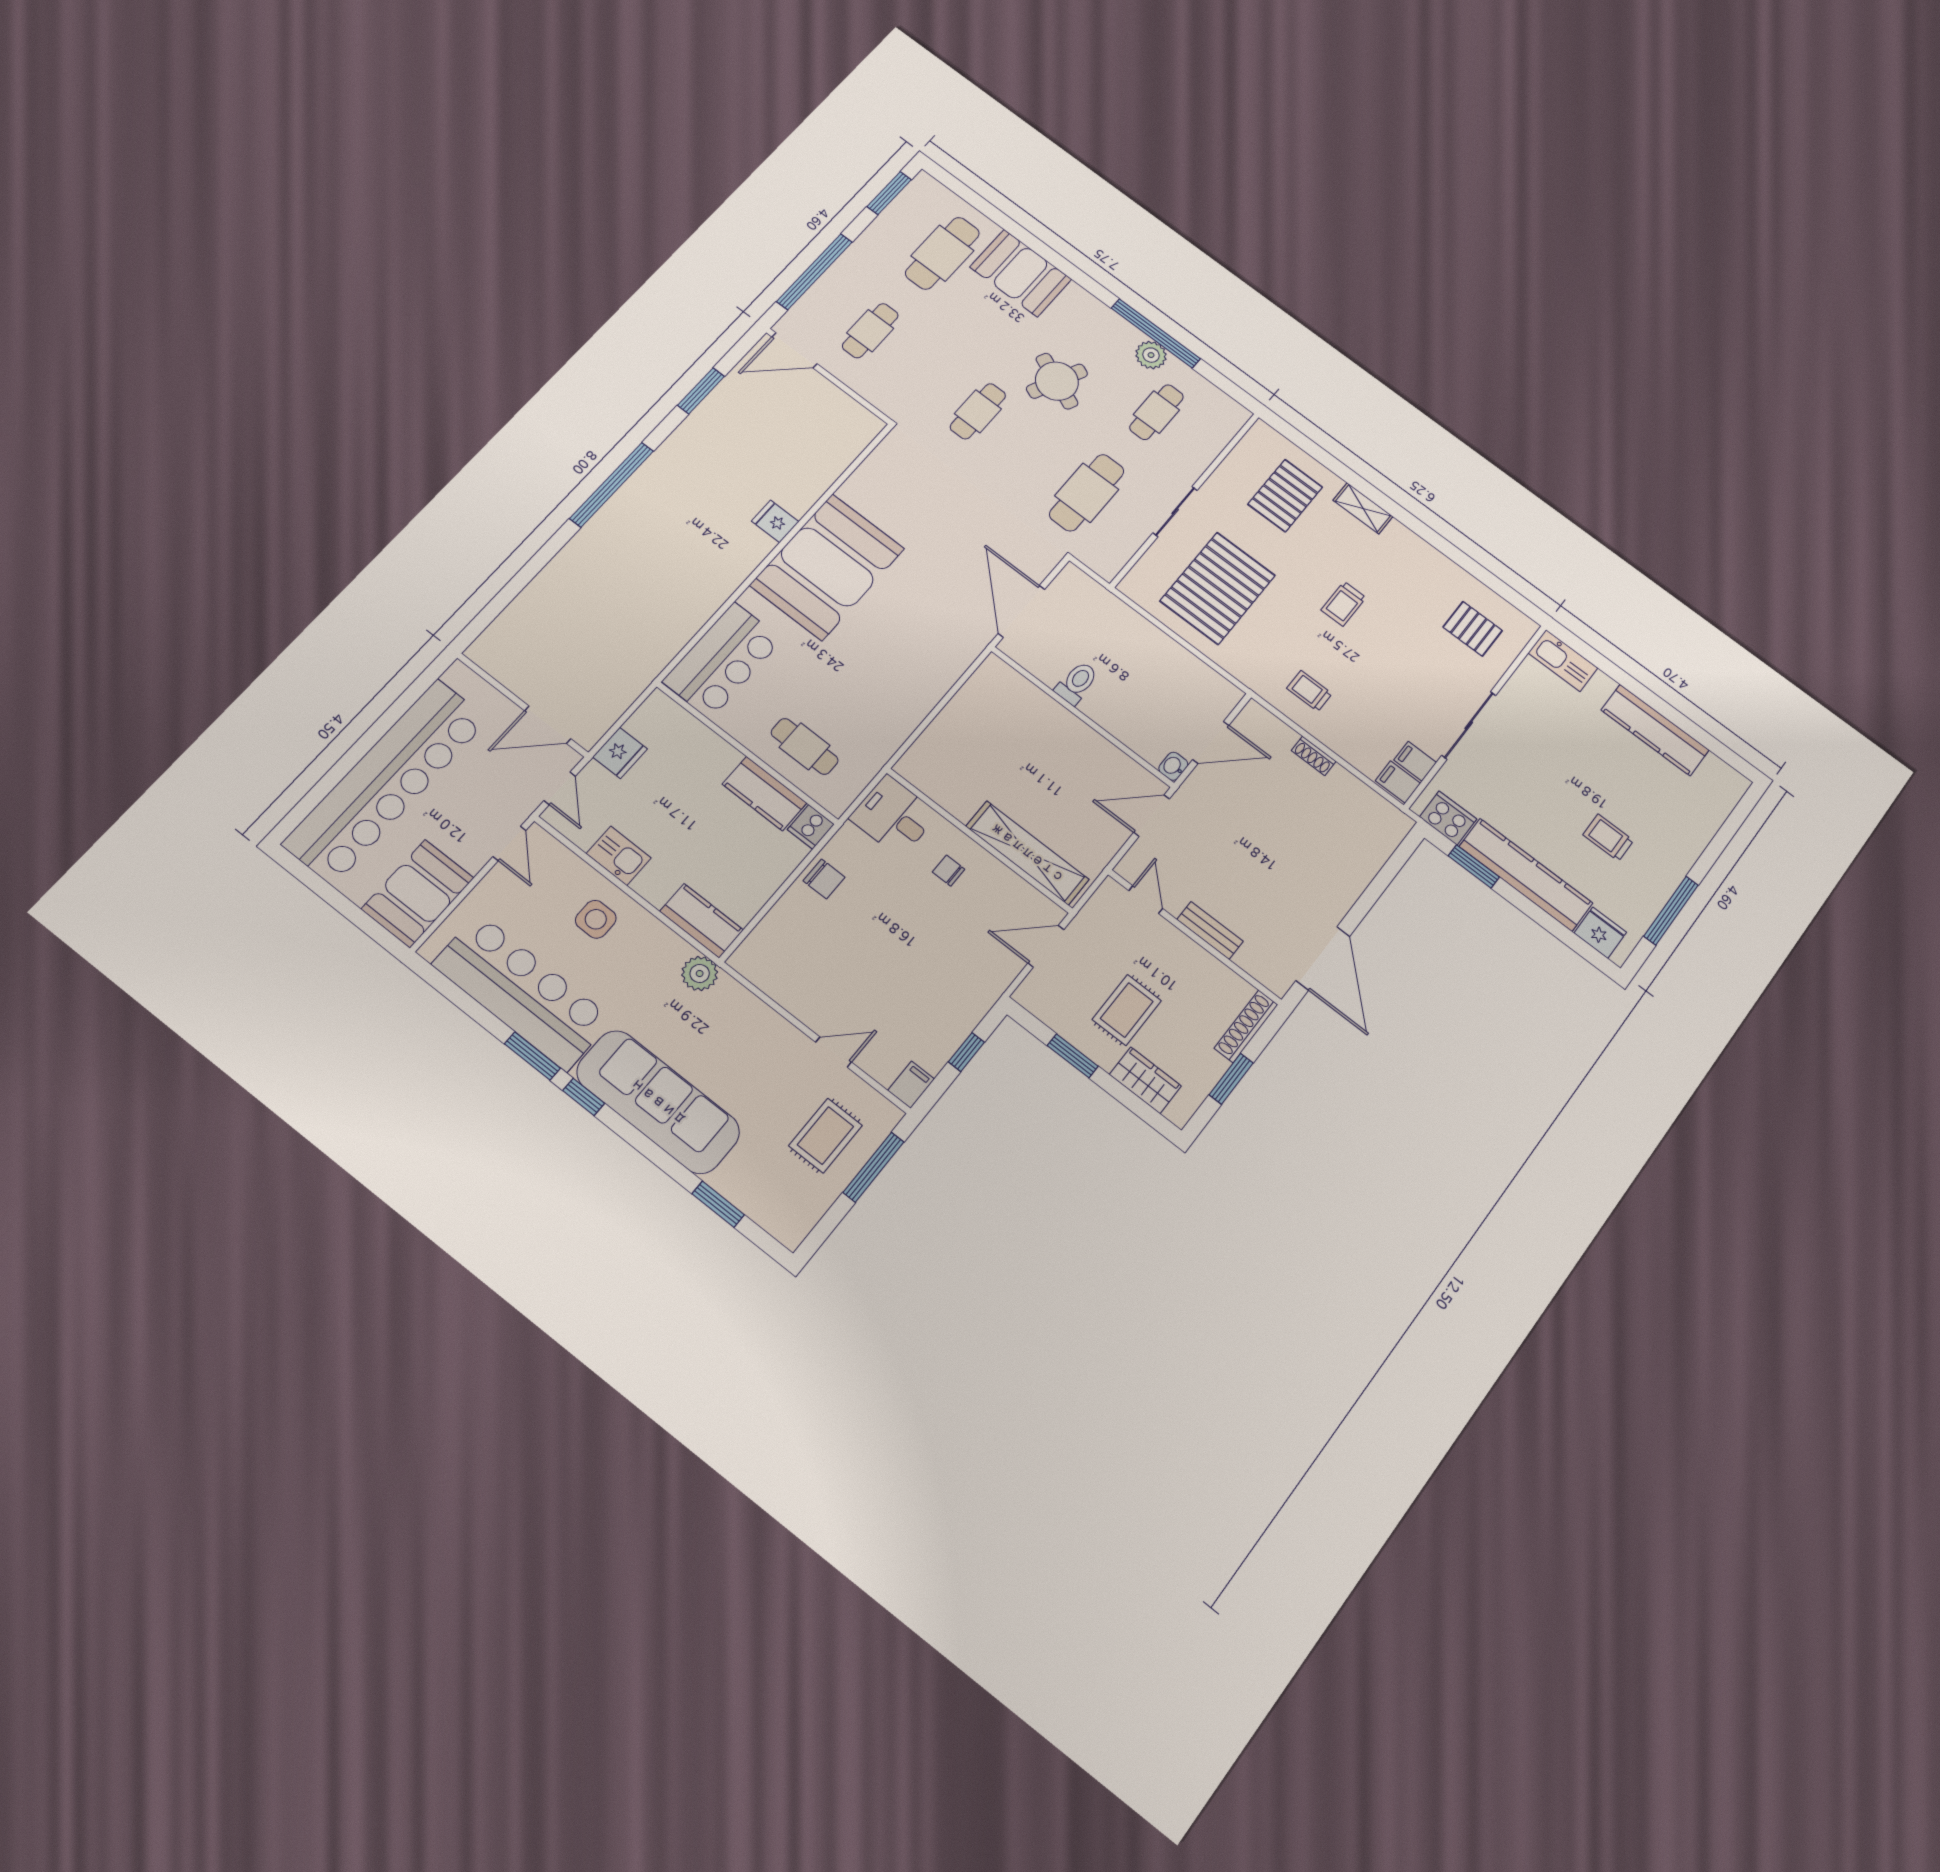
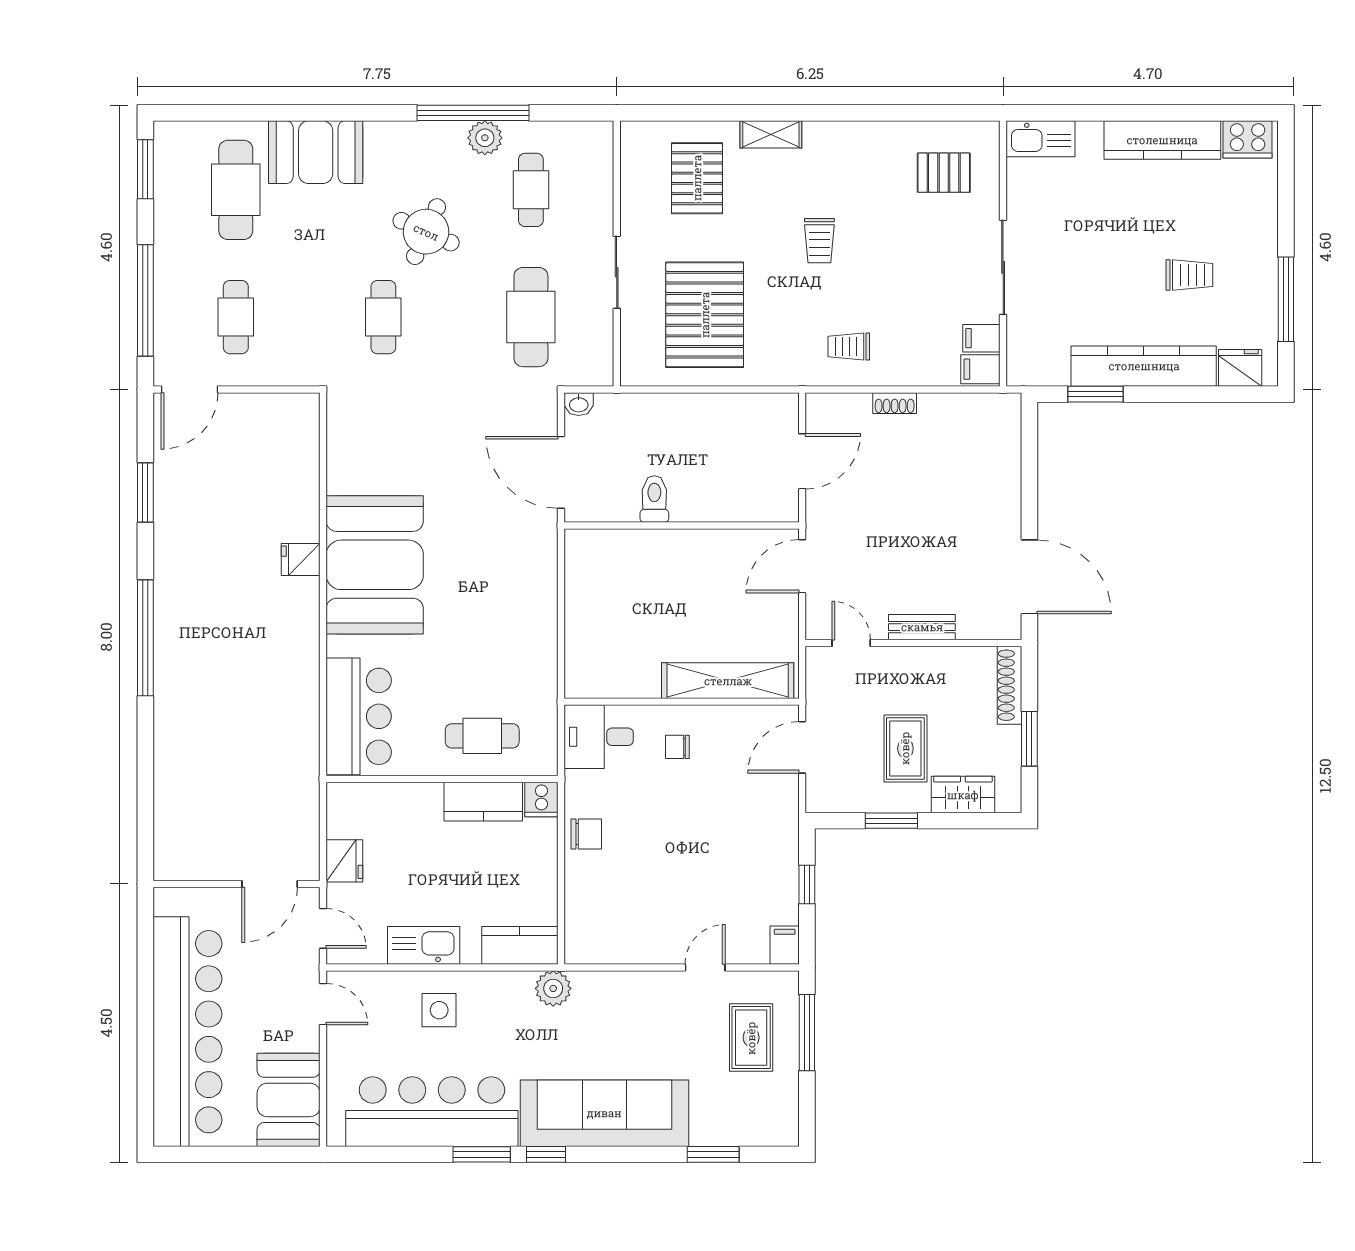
washbasin: (1173, 766) -> (579, 404), moved, turned -90
cooker: (1448, 818) -> (1248, 139), moved, turned 180
trolley: (1608, 838) -> (1189, 275), turned 180
kitchen sink: (619, 856) -> (424, 945), width x1.38

